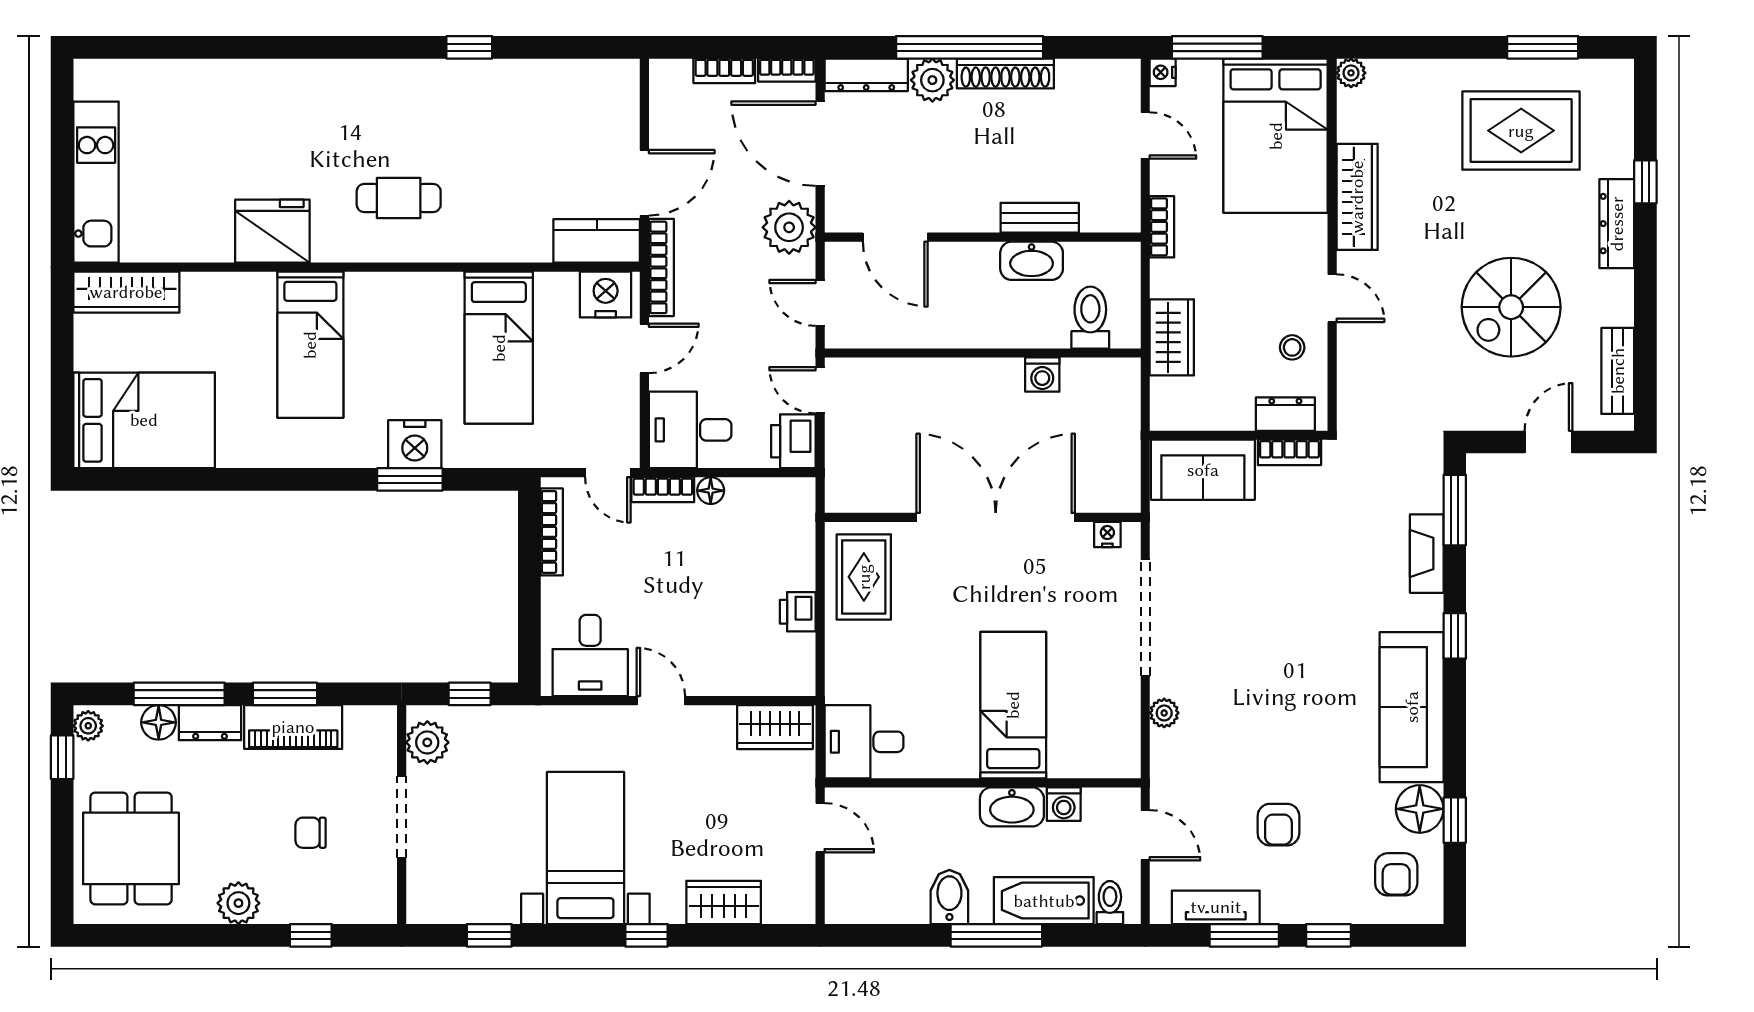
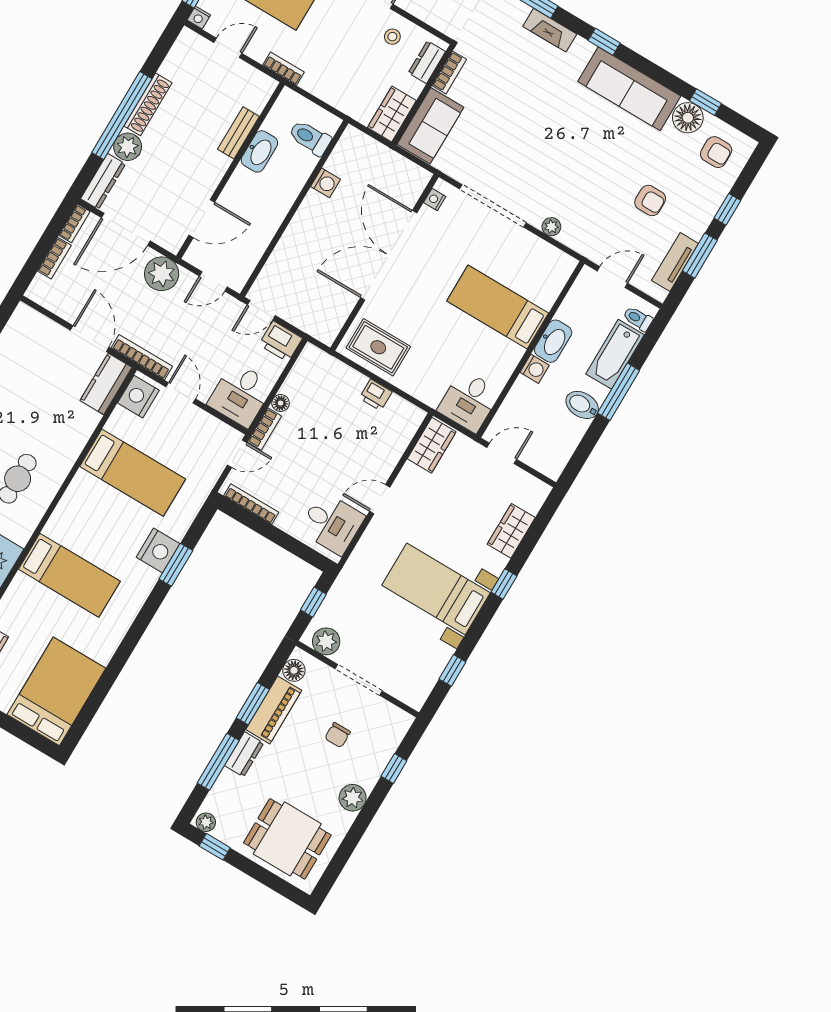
wardrobe: (1172, 337) -> (392, 114), moved, turned -90
floor lamp: (159, 722) -> (294, 670), moved
washing machine: (1064, 804) -> (535, 369), moved

